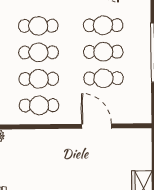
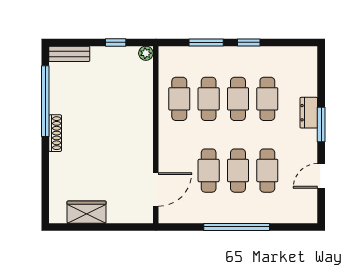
door: (97, 126) -> (156, 189), moved

